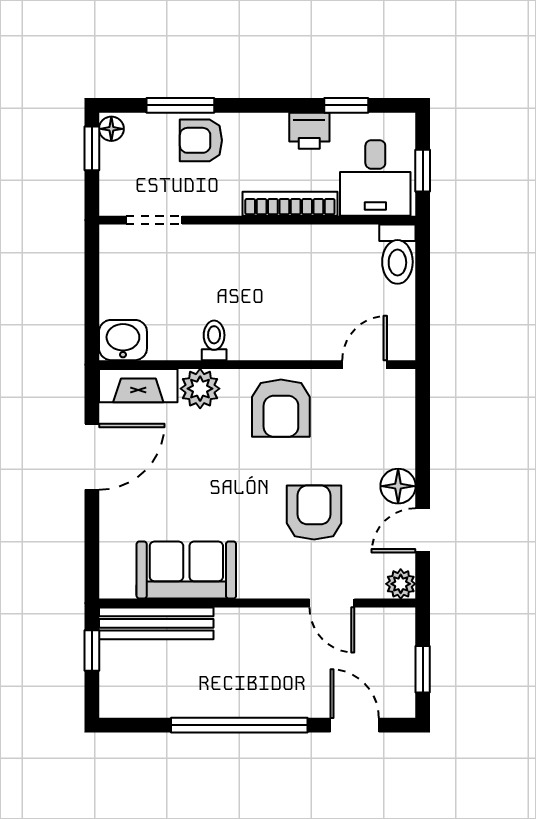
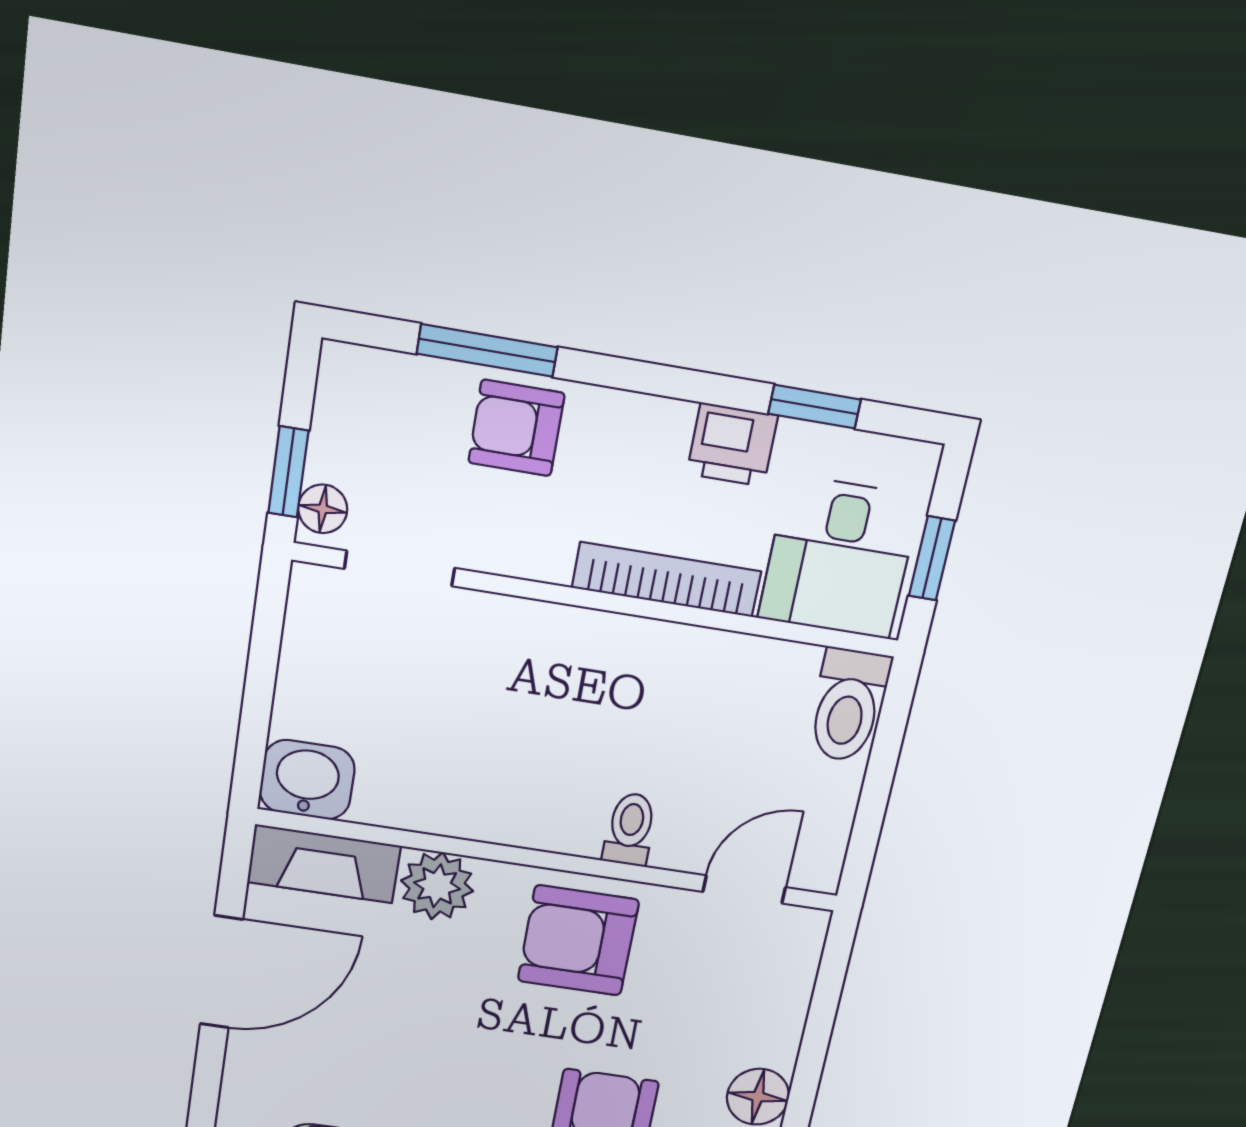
floor lamp: (111, 129) -> (323, 509), moved
window: (92, 148) -> (288, 472), moved
toilet: (214, 340) -> (630, 829), moved
armchair: (281, 408) -> (578, 941), turned 90

